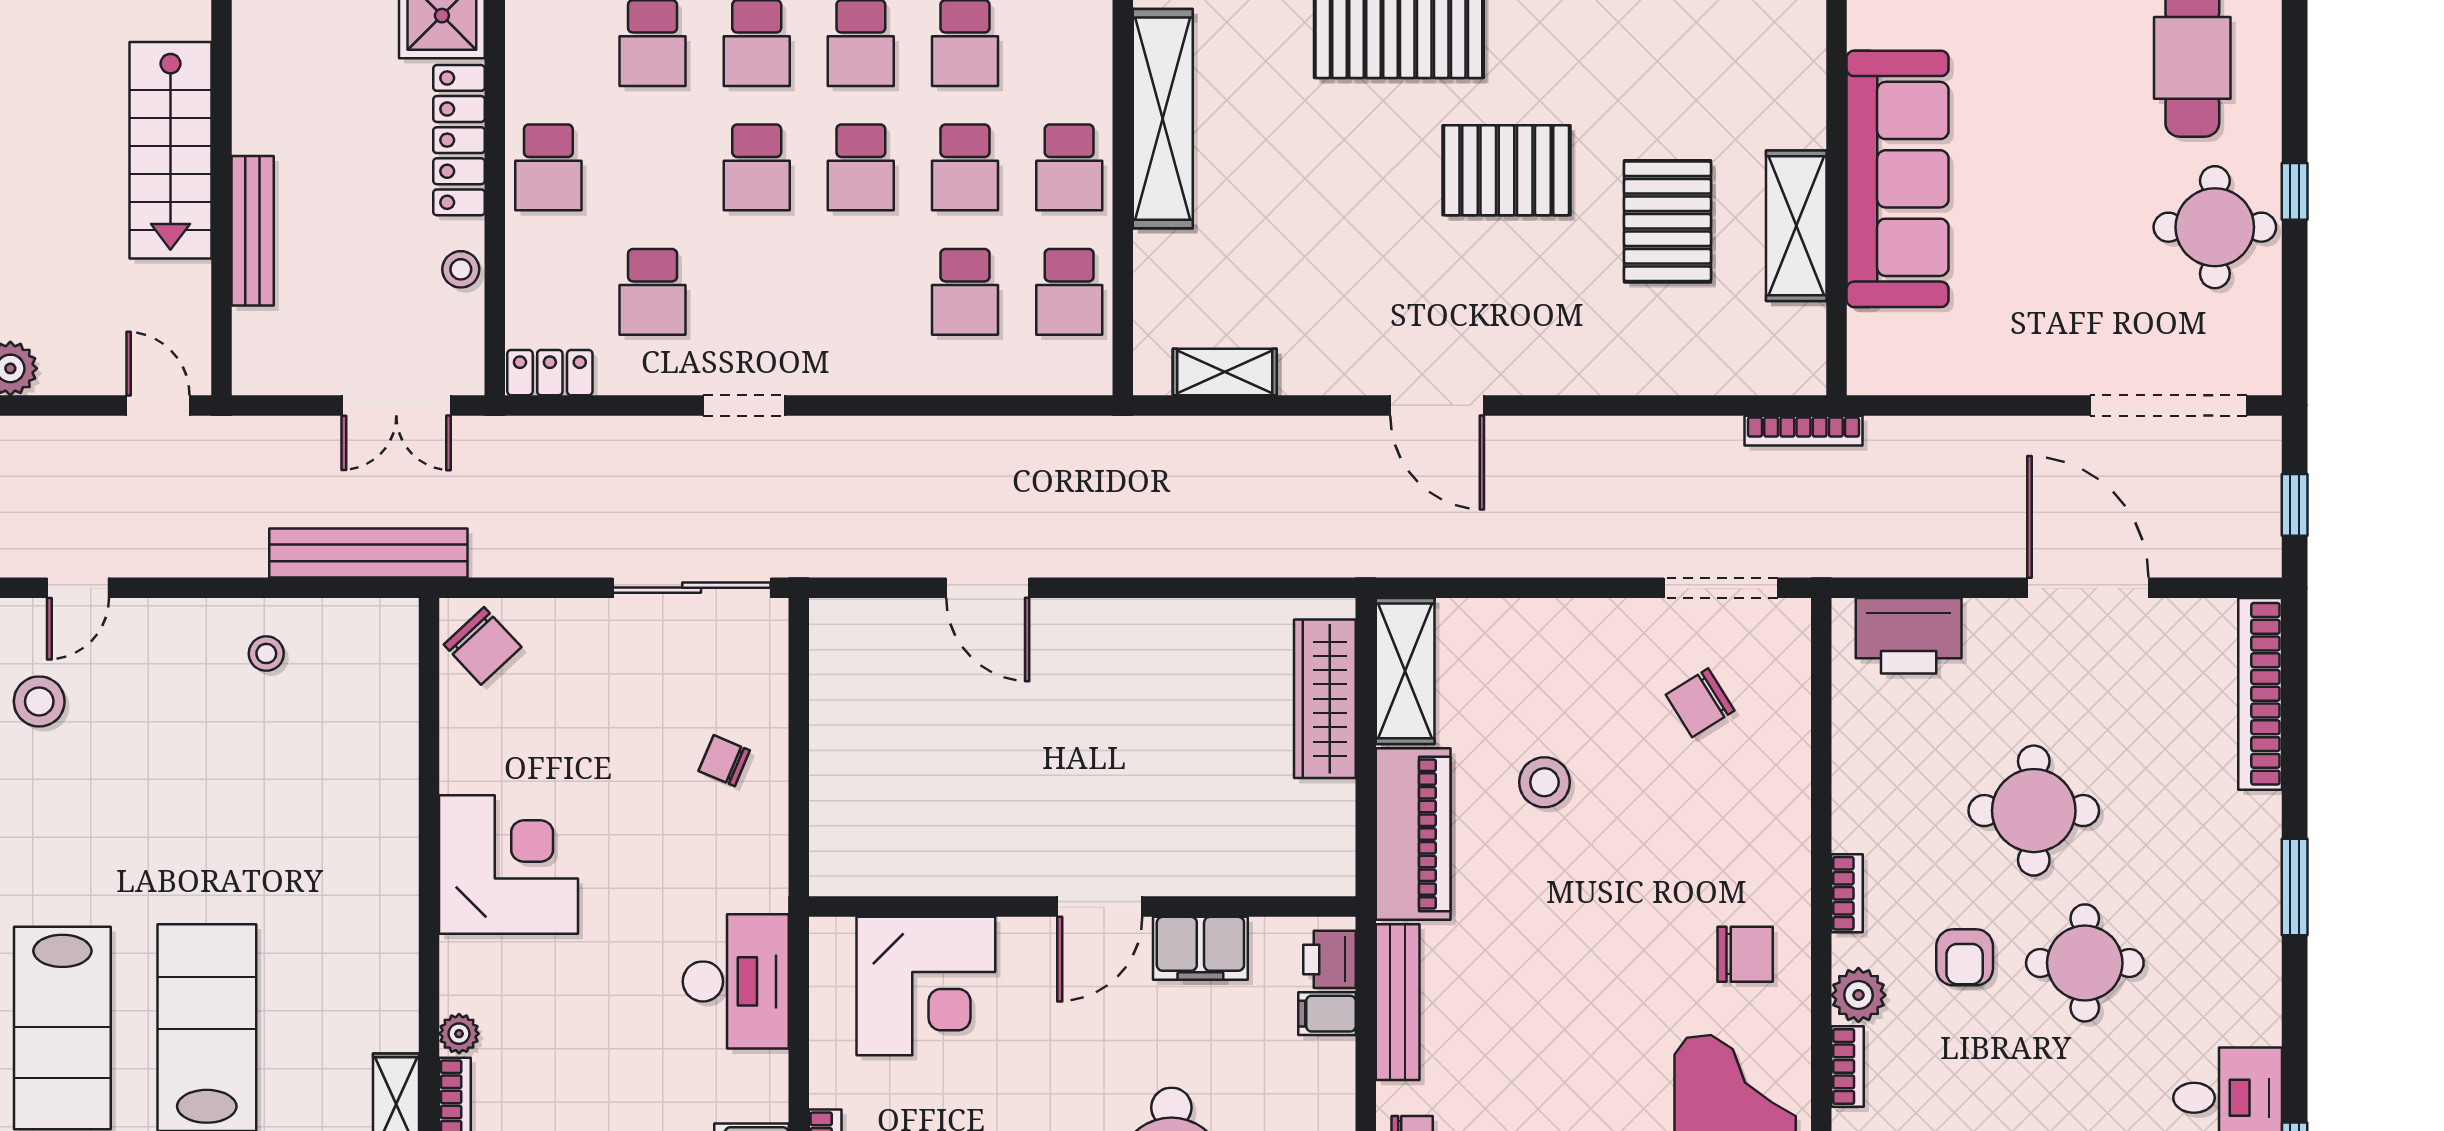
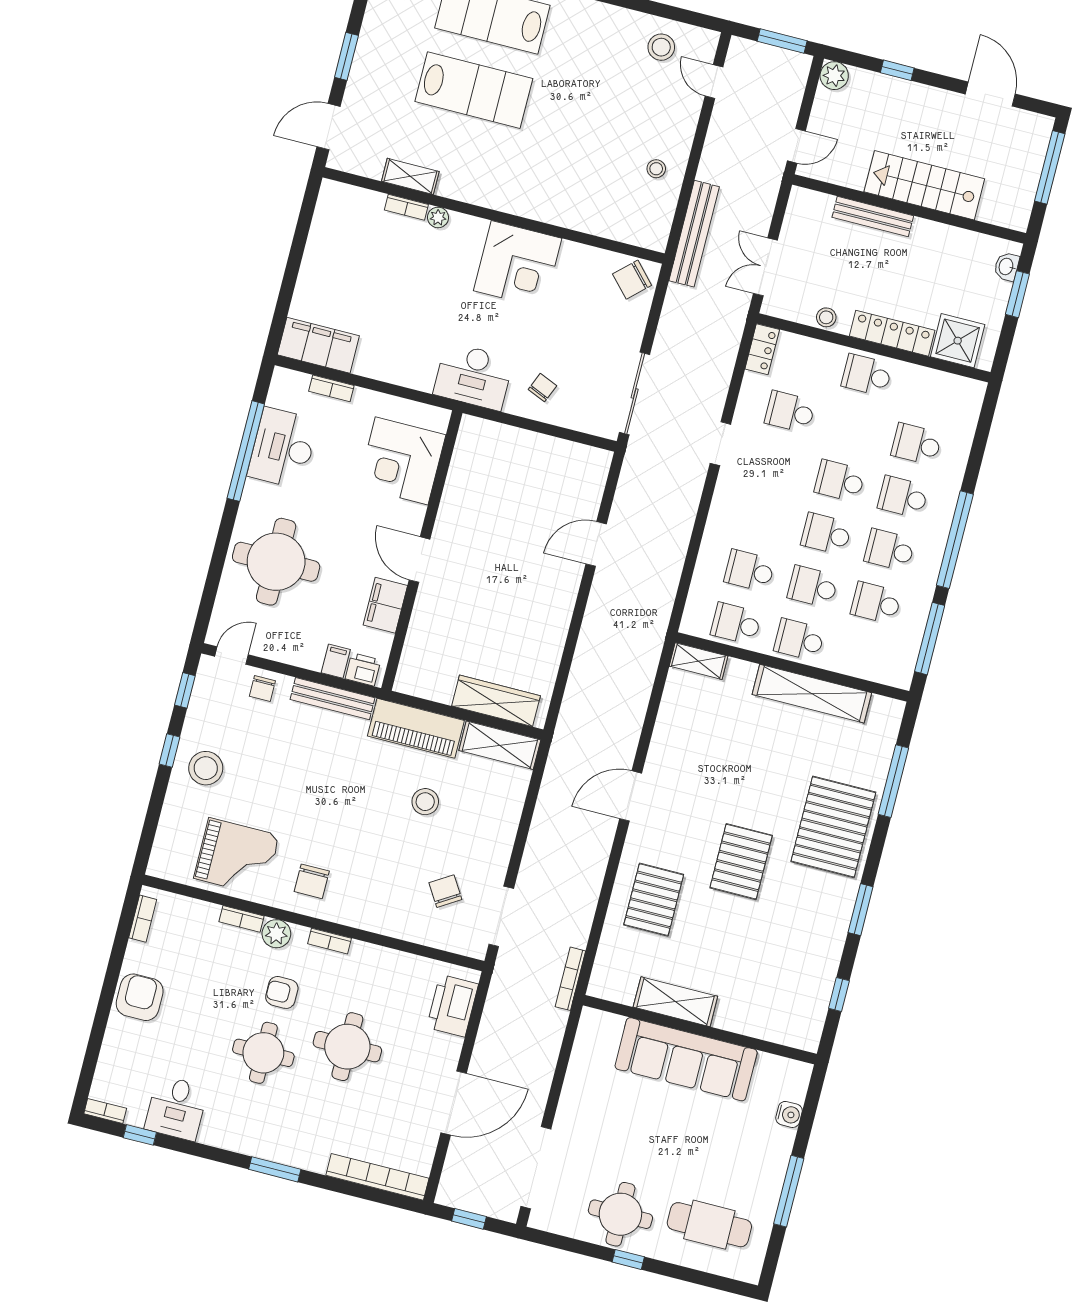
pallet: (1667, 221) -> (654, 900), moved, turned 90
shelving: (1225, 372) -> (698, 661), moved, turned 90
desk: (736, 981) -> (473, 376), moved

